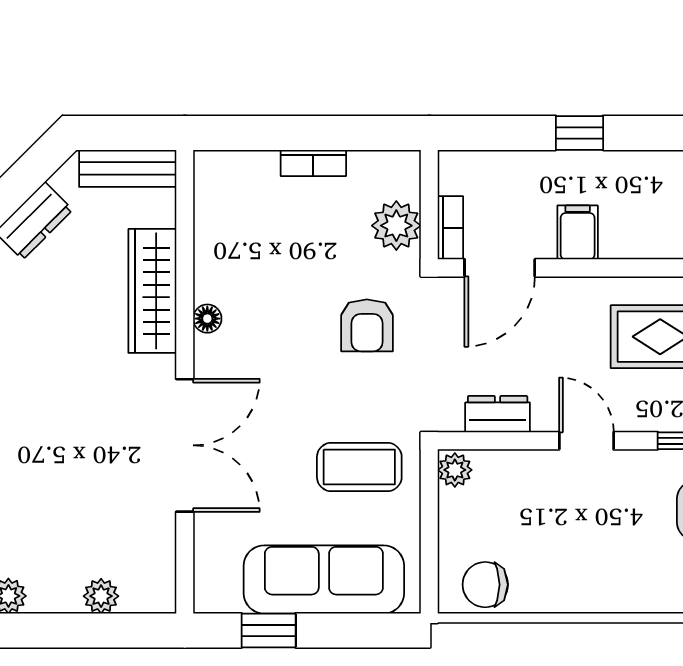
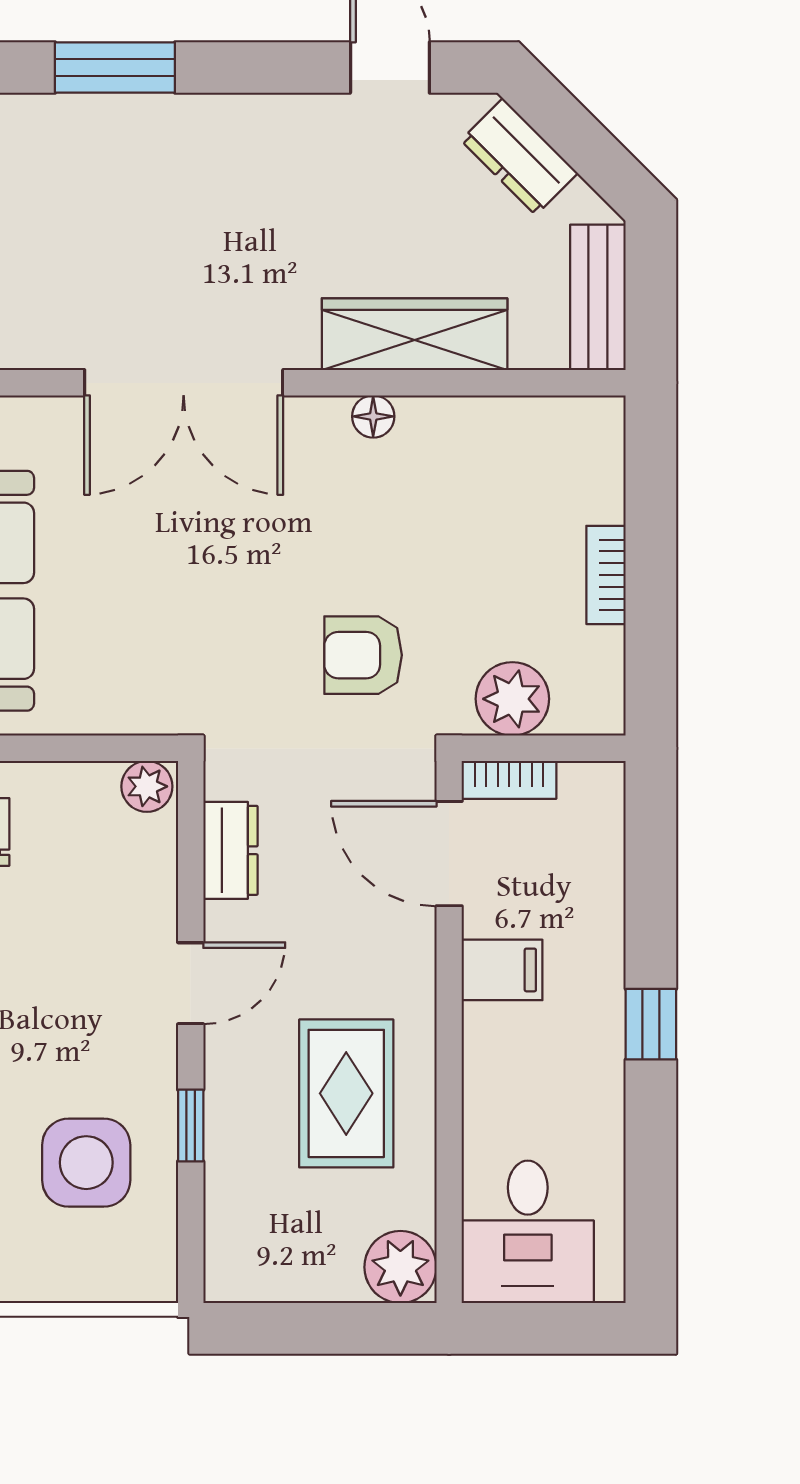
window: (579, 133) -> (651, 1024), moved
coffee table: (359, 467) -> (151, 644), removed

